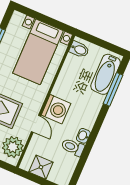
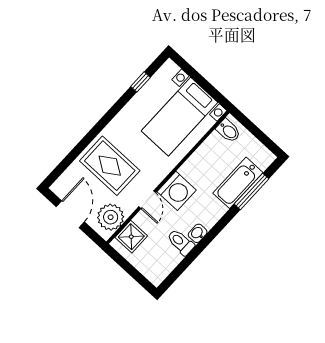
bathtub: (106, 74) -> (238, 183), moved
shower: (41, 167) -> (131, 237), moved

